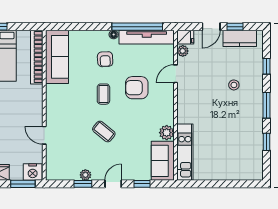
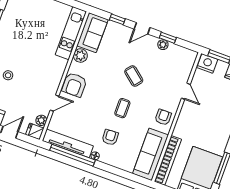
armchair: (137, 88) -> (74, 85), moved, turned 90
armchair: (58, 100) -> (163, 117), added

